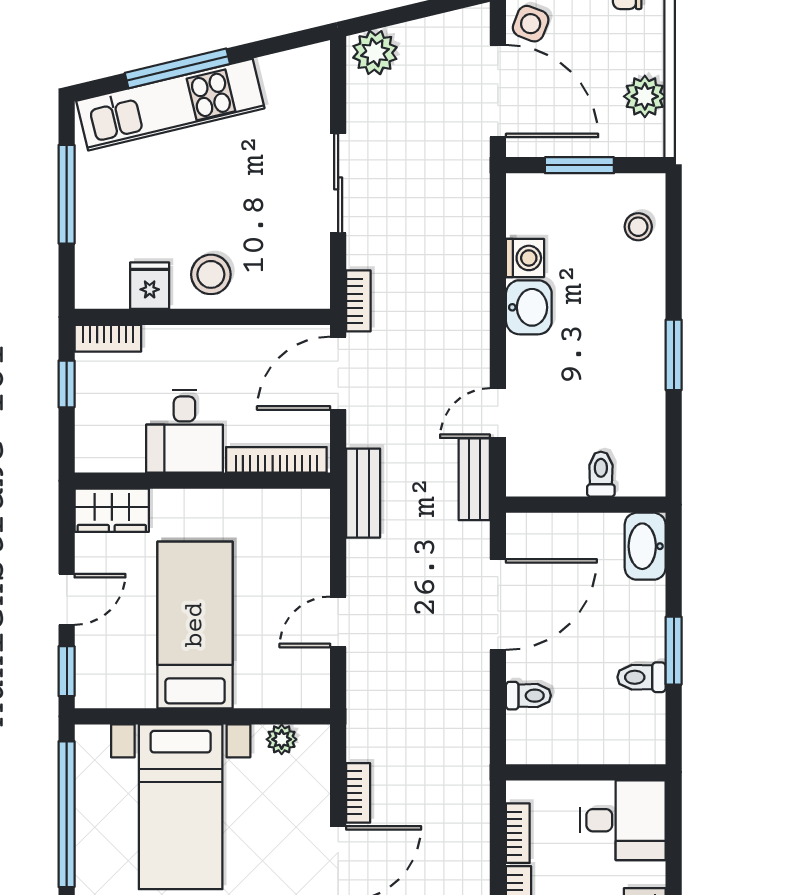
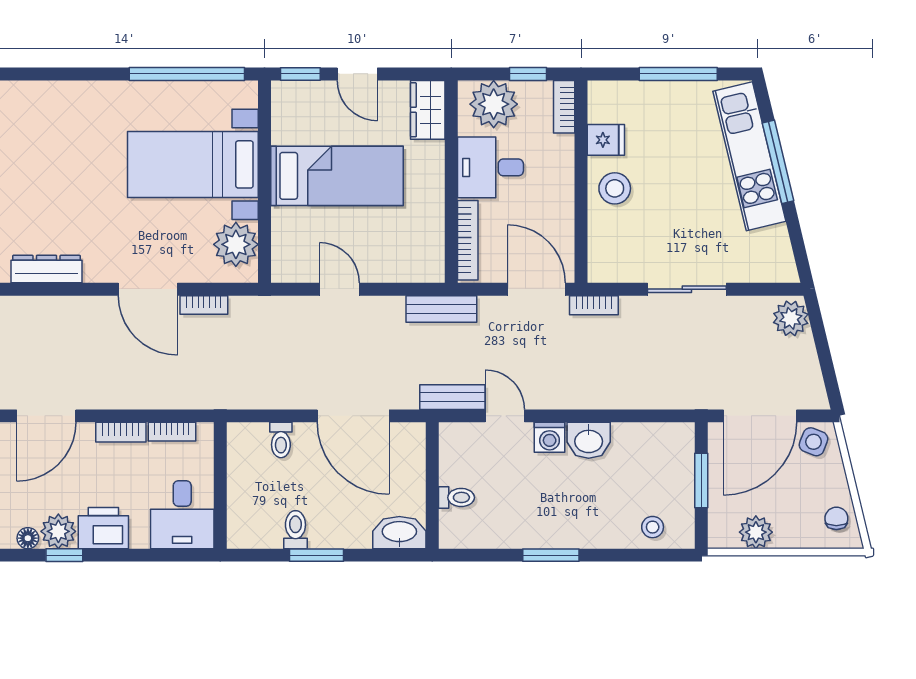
washing machine: (525, 258) -> (550, 437), moved
plant: (105, 427) -> (494, 104), added
plant: (282, 739) -> (236, 244), width x1.88, depth x1.88

